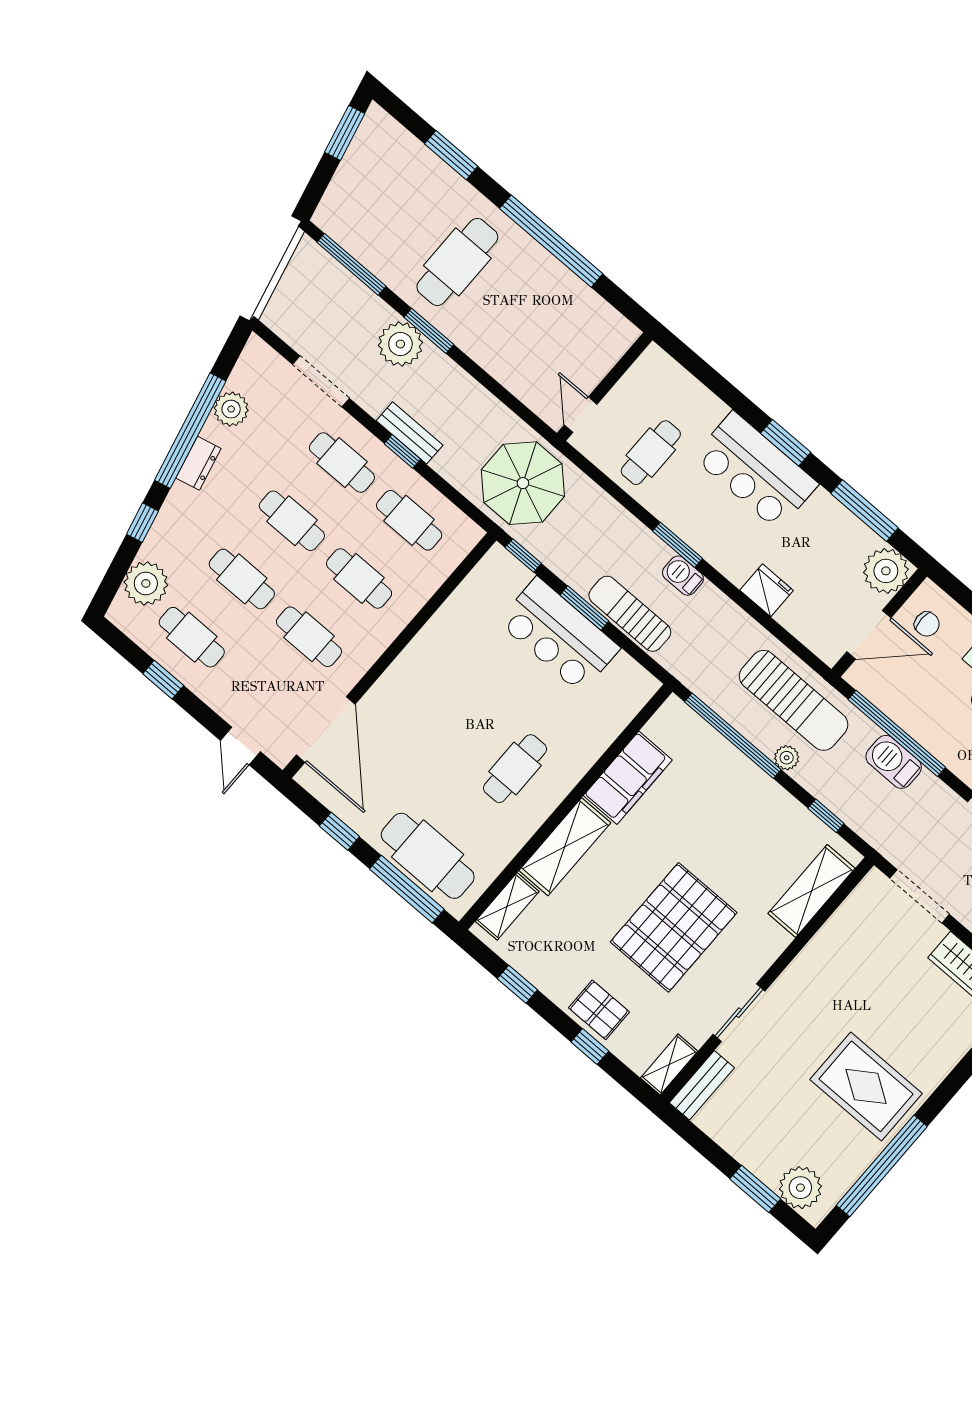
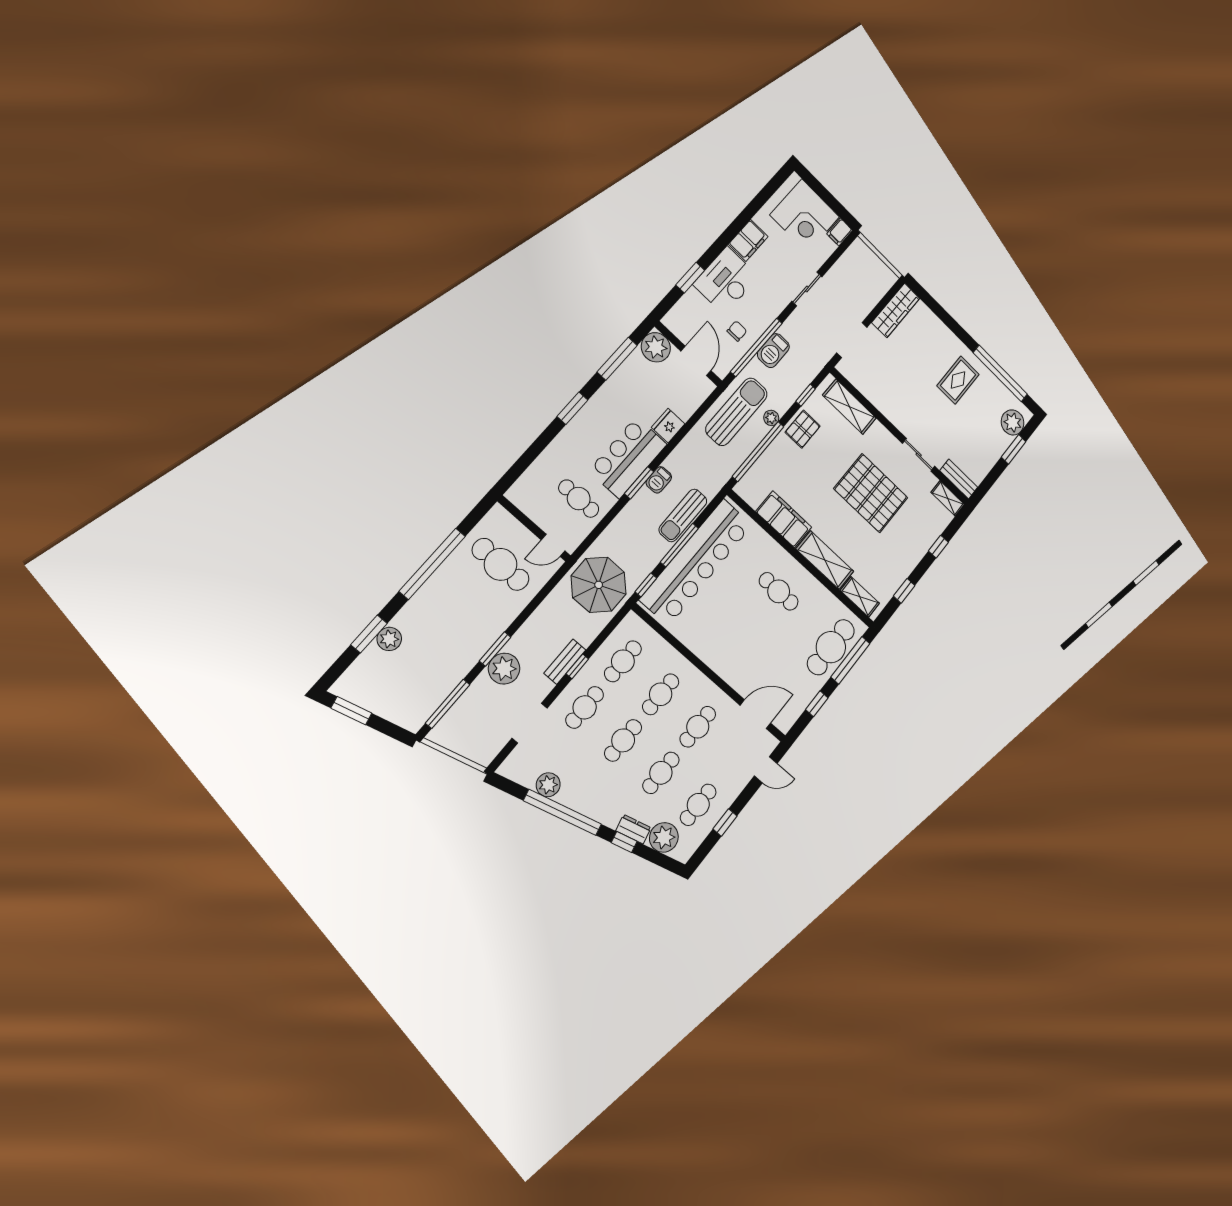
plant: (444, 183) -> (389, 639), added
cafe table: (457, 262) -> (501, 564), moved
dresser: (198, 463) -> (633, 829), moved
bar counter: (756, 471) -> (628, 457), moved, turned 180
window: (584, 608) -> (679, 545), width x1.44
chair: (927, 624) -> (737, 331), moved
bar counter: (559, 635) -> (696, 562), width x1.86
door: (326, 730) -> (755, 714), width x0.73
pallet: (599, 1010) -> (803, 429), moved
rug: (866, 1086) -> (958, 380), width x0.73, depth x0.70

